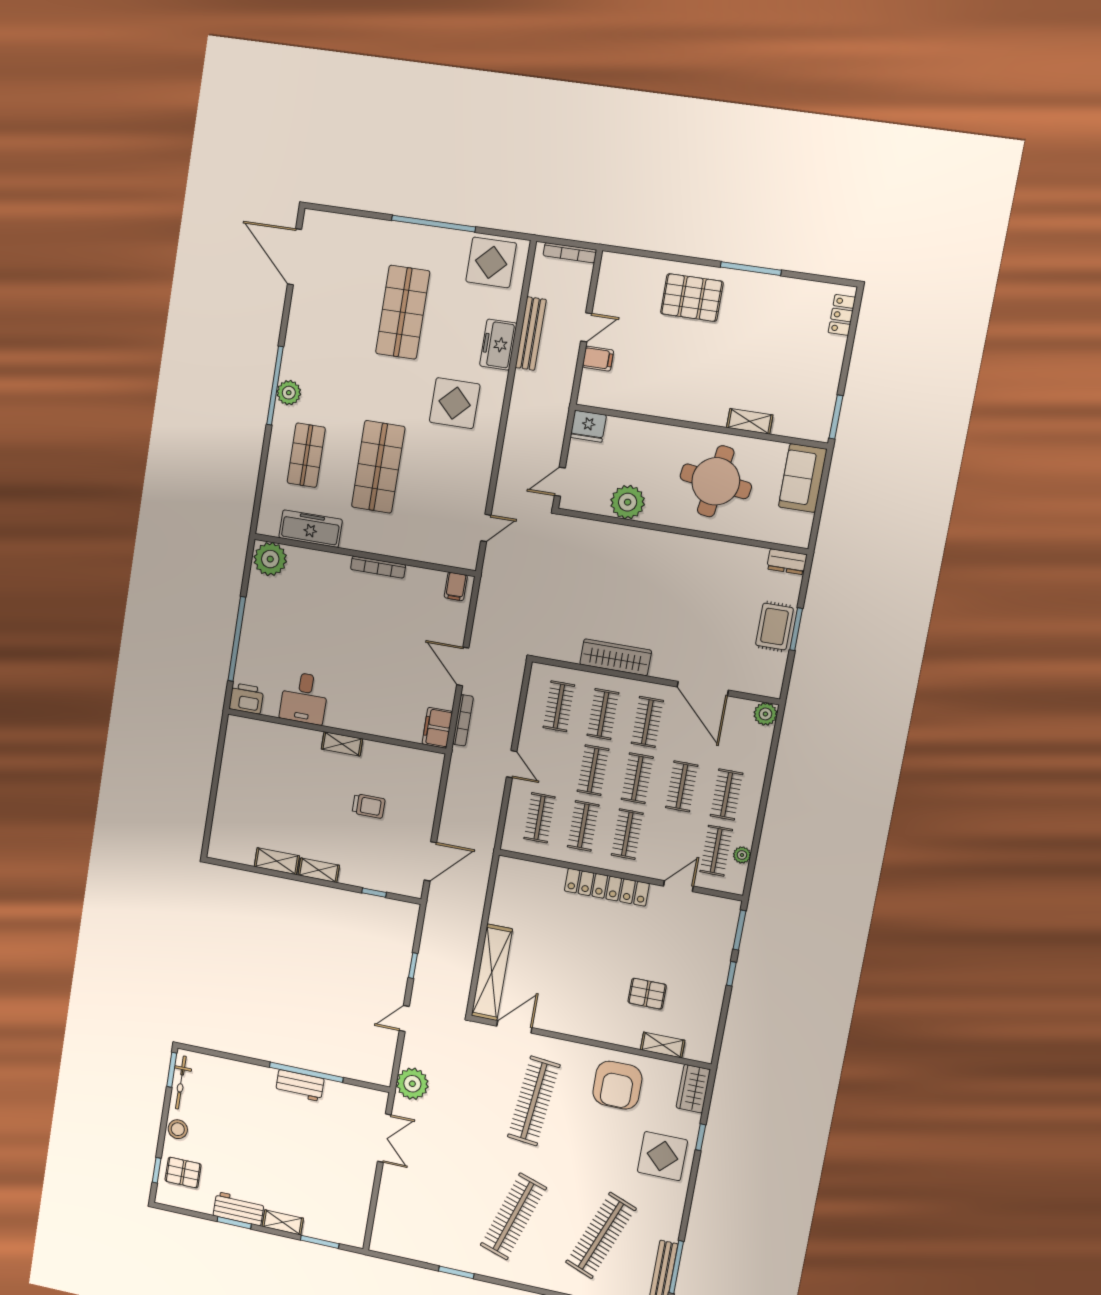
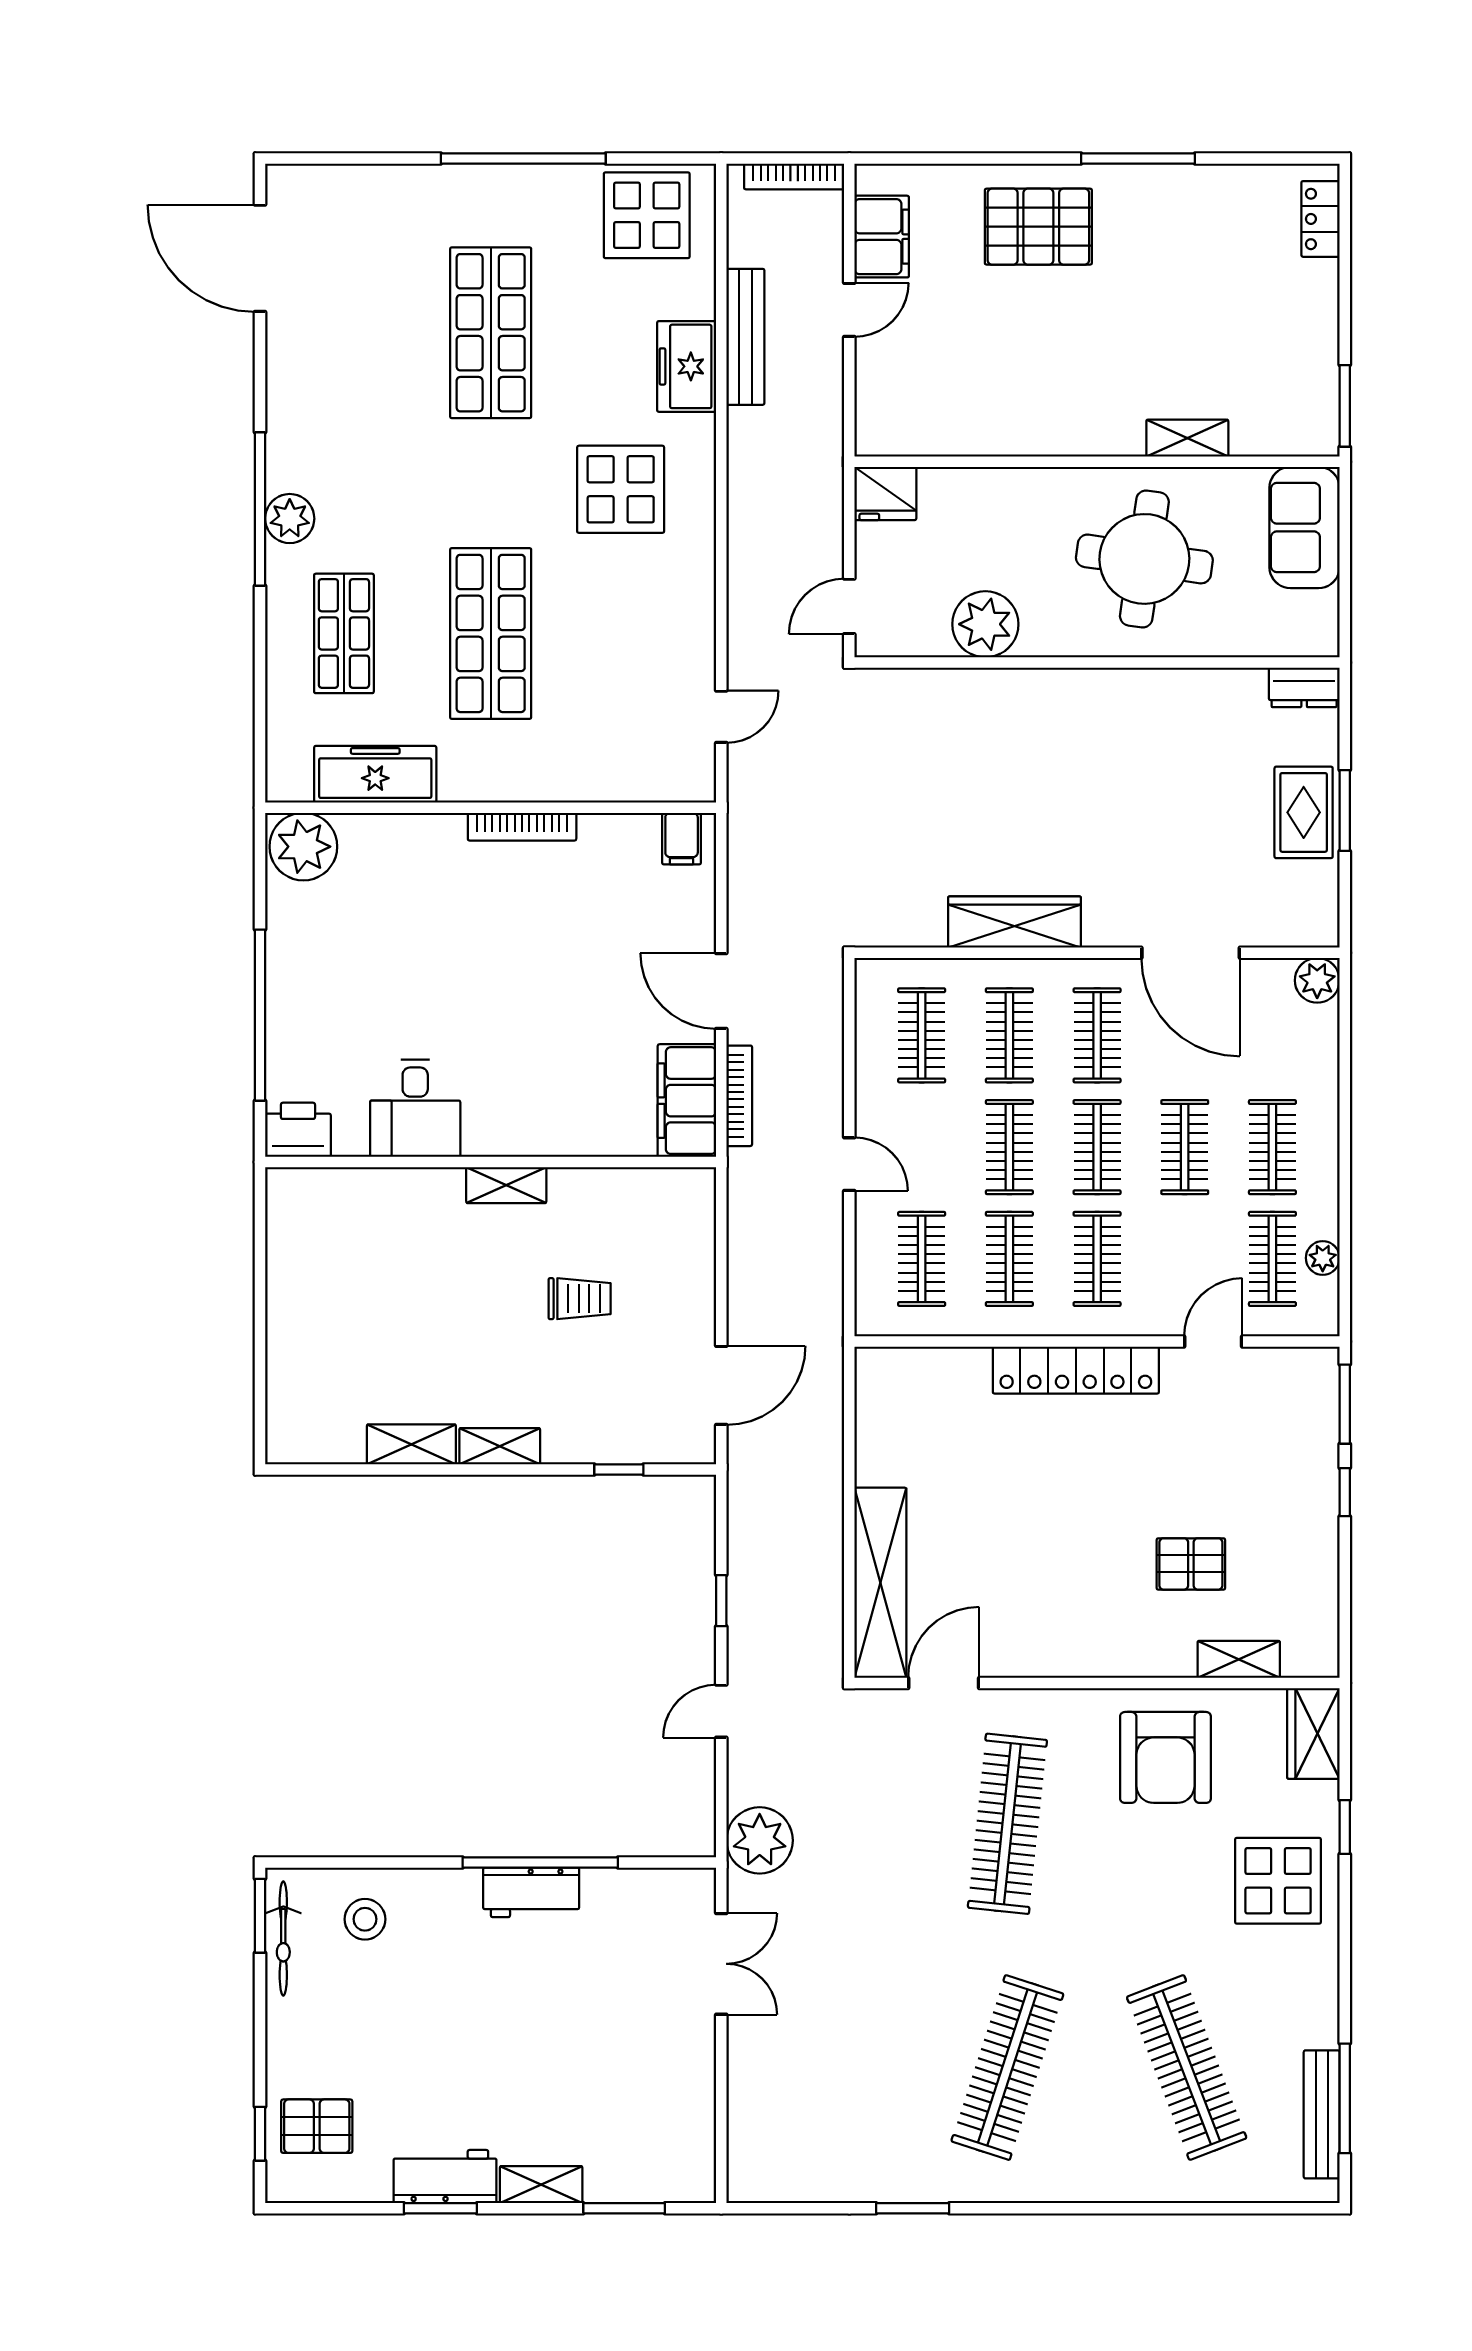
filing cabinet: (598, 359) -> (882, 237), moved, width x2.00
filing cabinet: (437, 728) -> (687, 1101), width x1.50, depth x1.17
stool: (178, 1129) -> (365, 1919), moved
clothes rail: (601, 1235) -> (1187, 2068), turned -42

